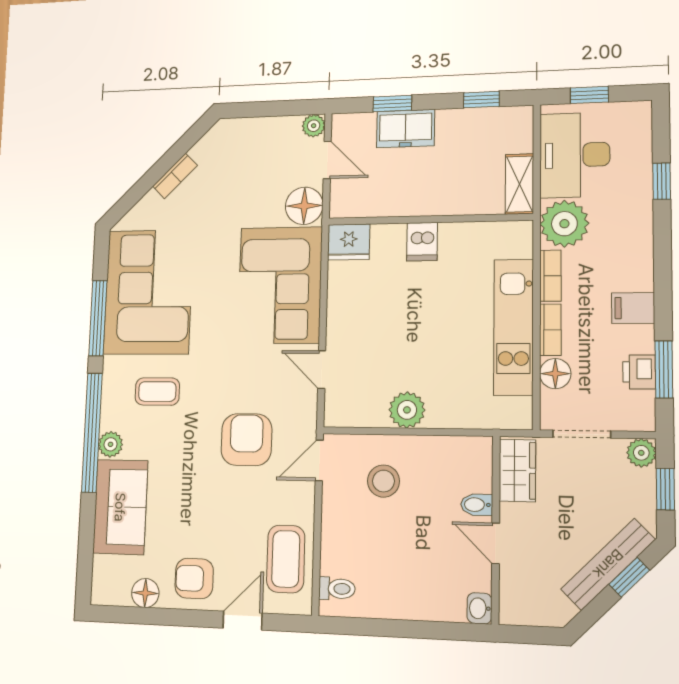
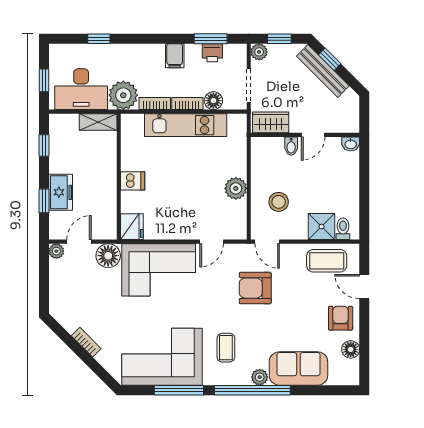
shower: (341, 552) -> (322, 227), added
armchair: (194, 578) -> (341, 318), turned 180

